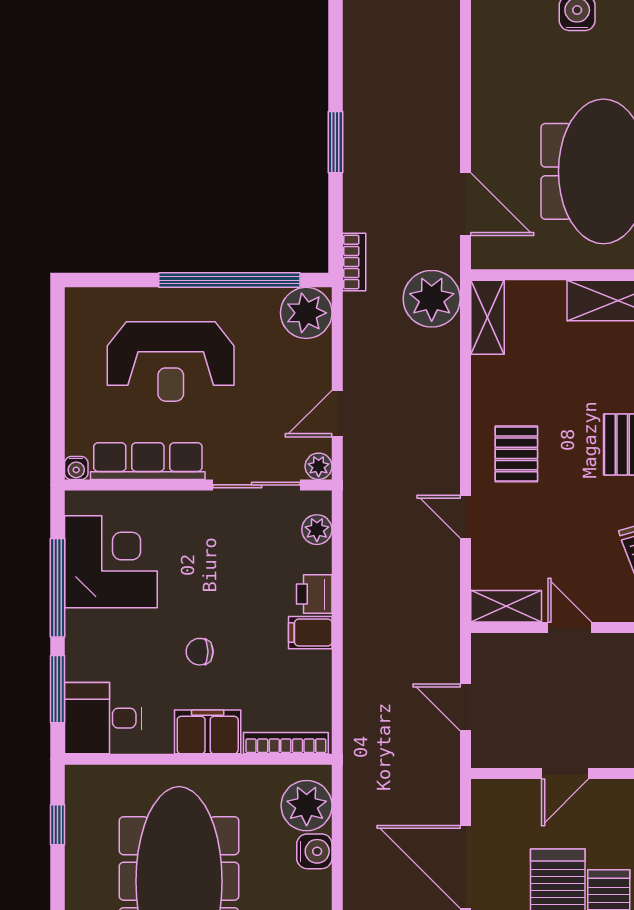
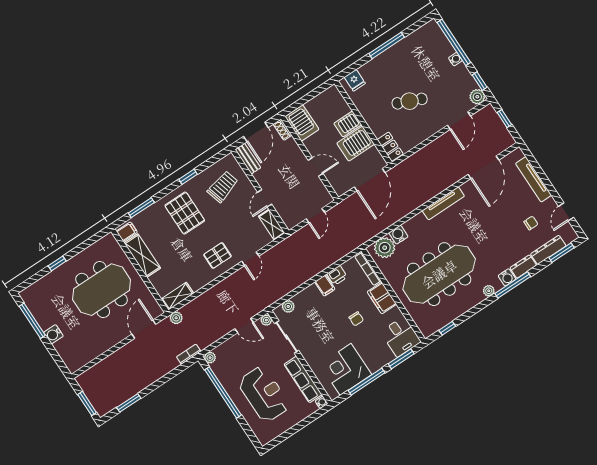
window: (335, 142) -> (129, 403), moved
plant: (432, 299) -> (176, 318), width x0.53, depth x0.53
plant: (306, 313) -> (210, 358), width x0.53, depth x0.53
printer: (314, 594) -> (337, 275), moved

